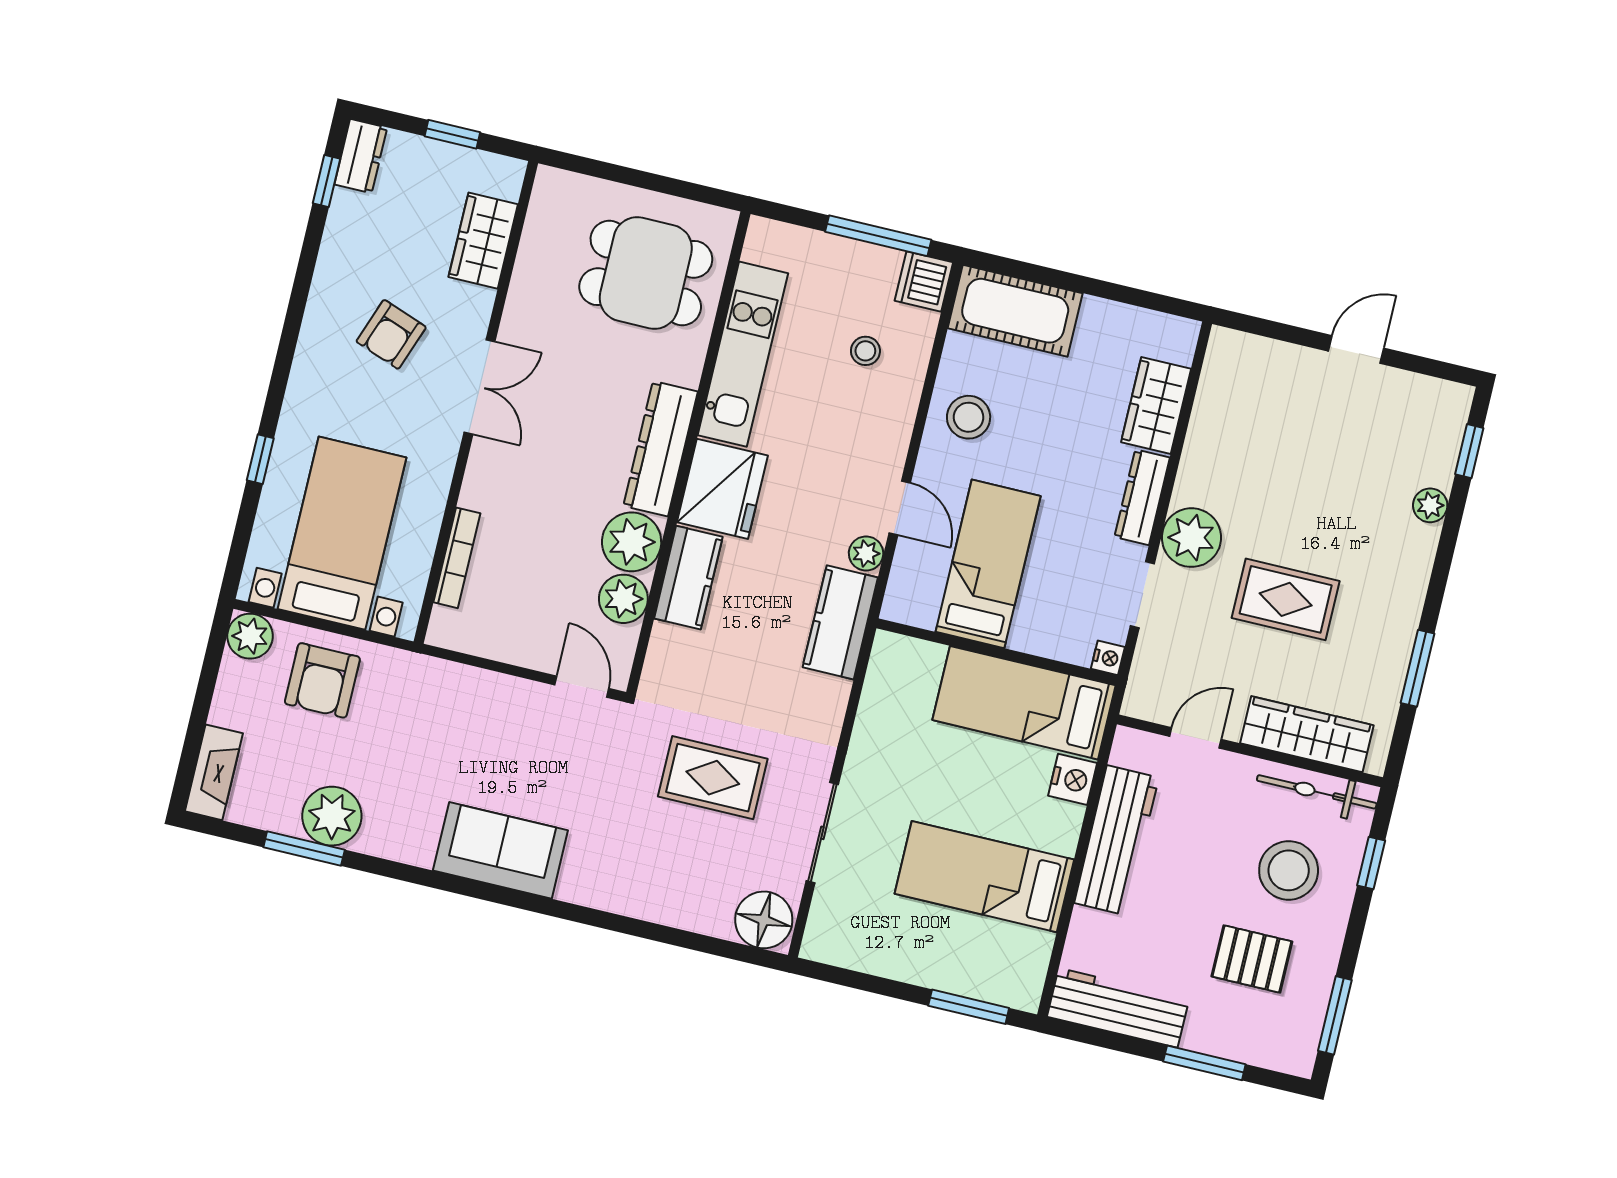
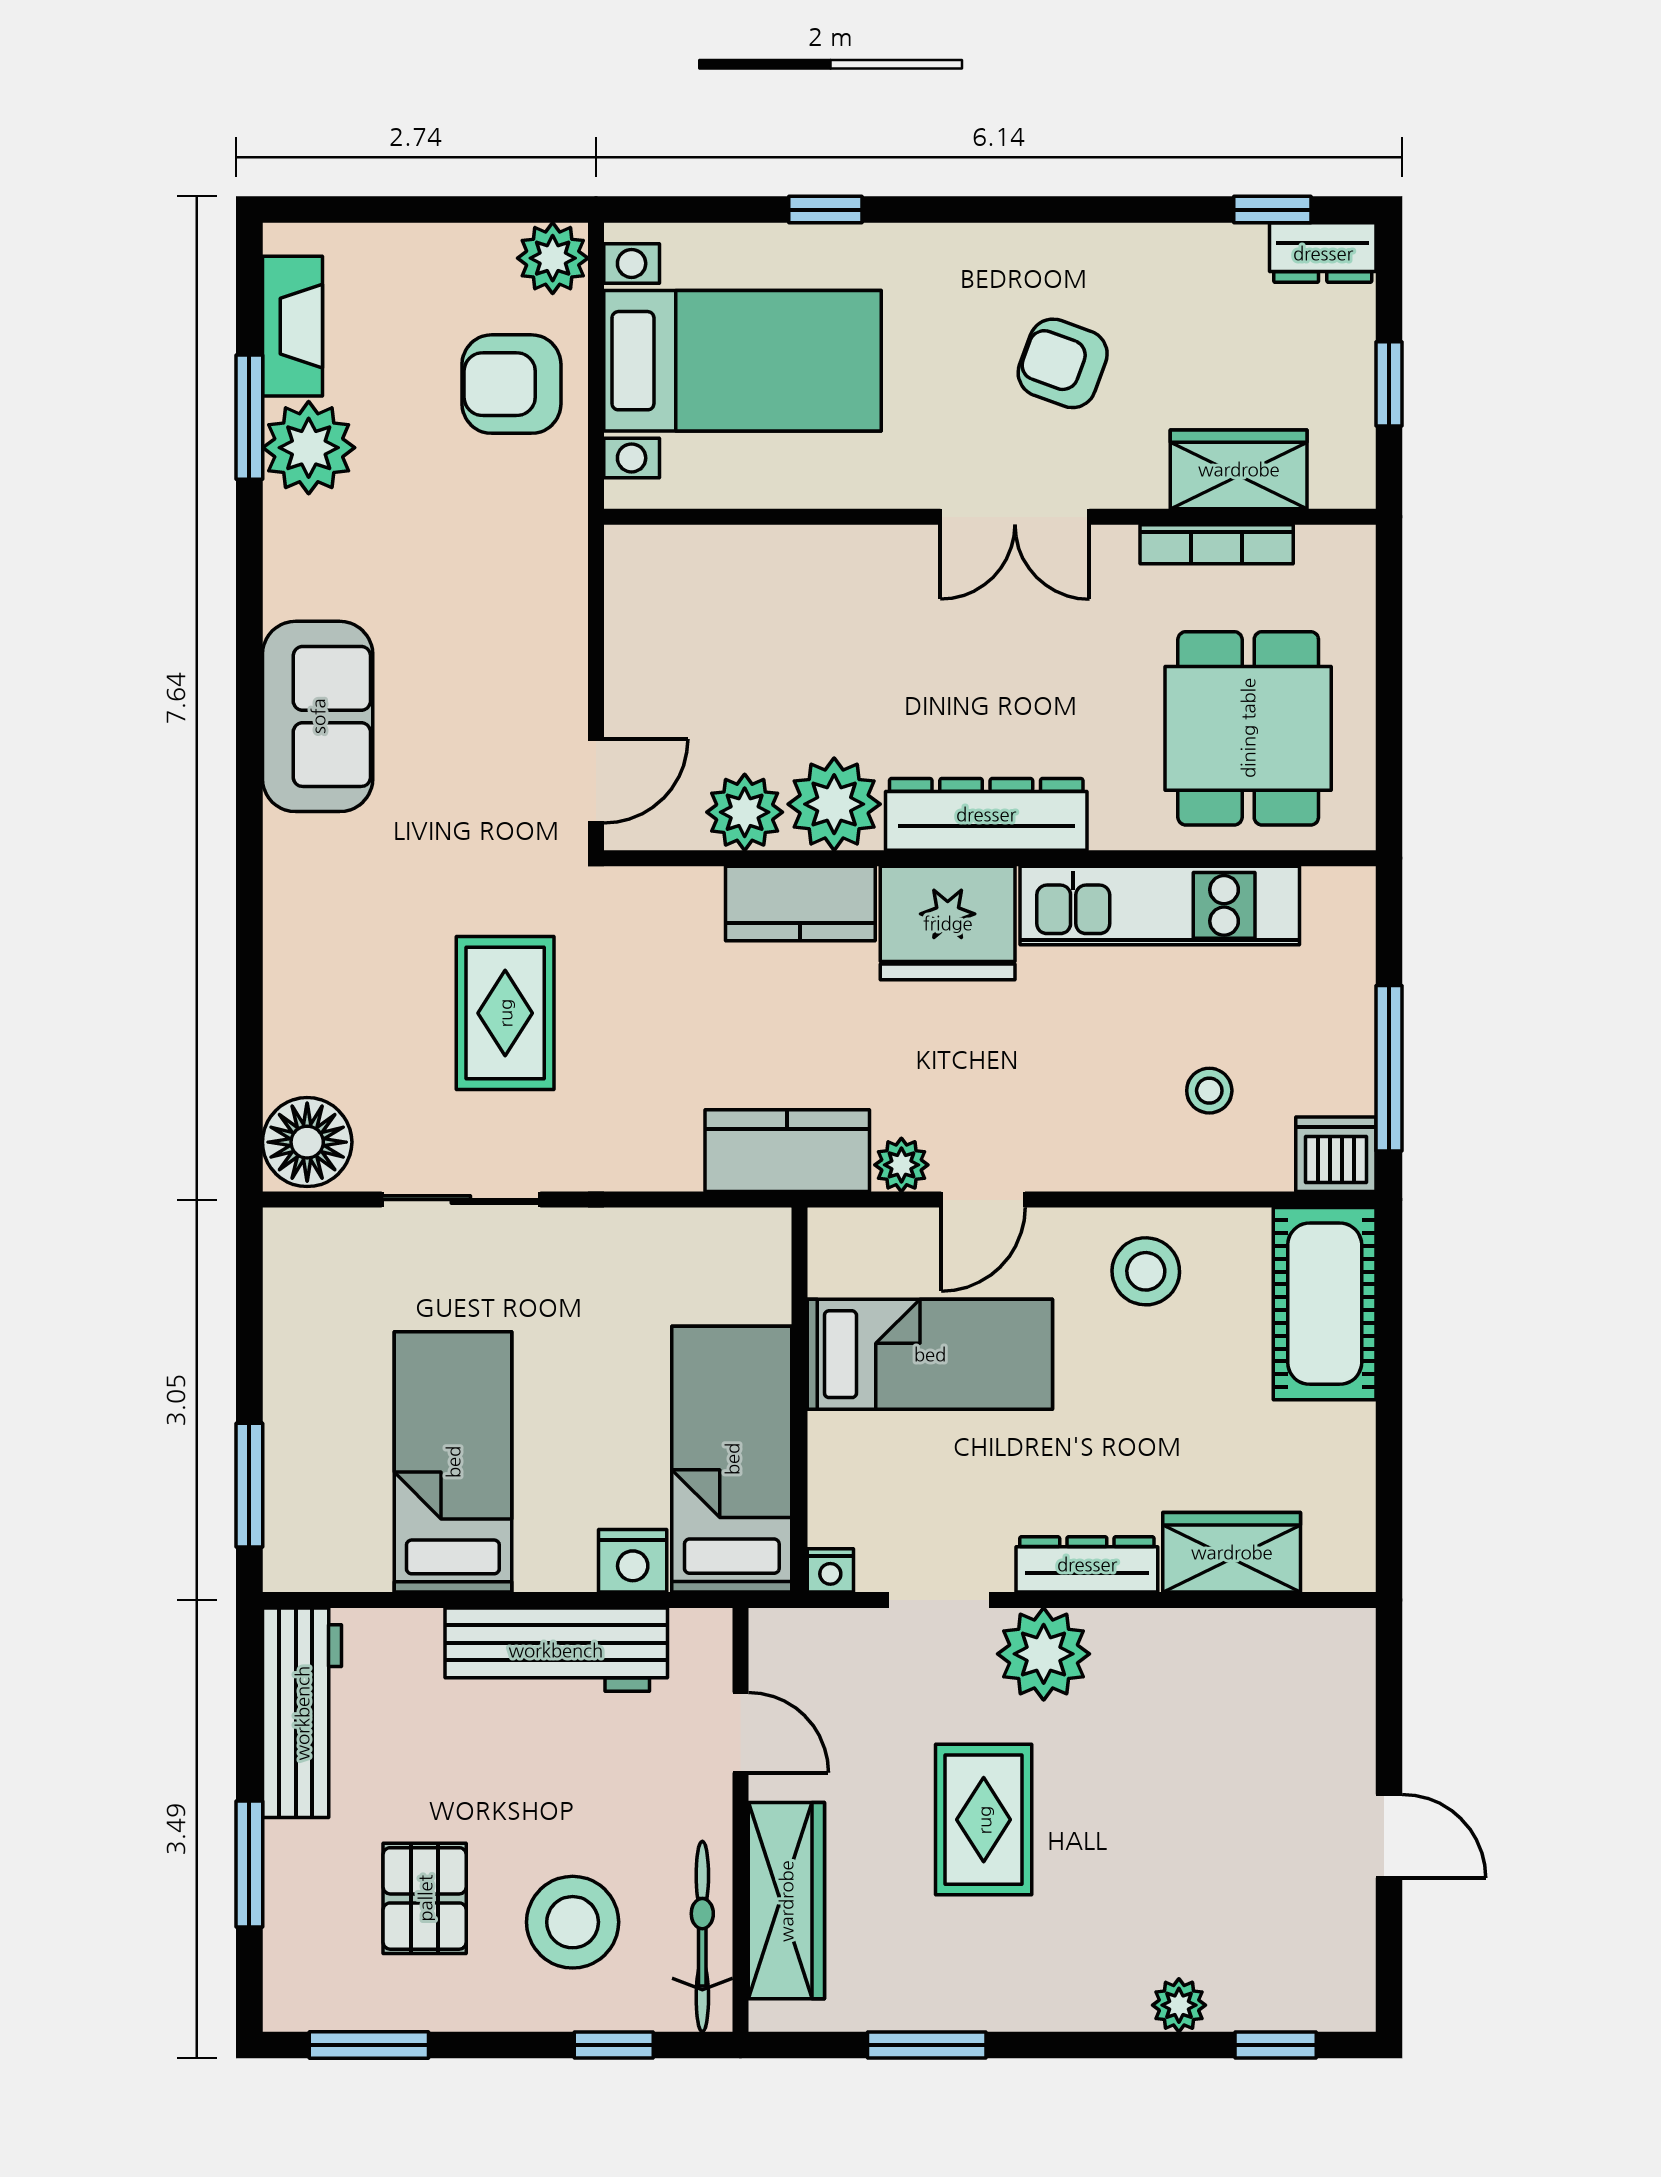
bookcase: (457, 558) -> (1217, 544), moved
fireplace: (214, 772) -> (292, 326), moved, turned -90

